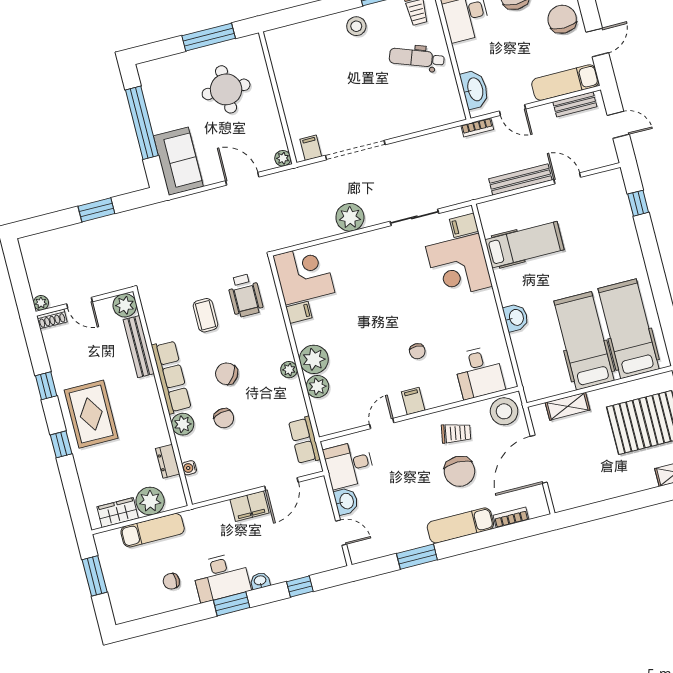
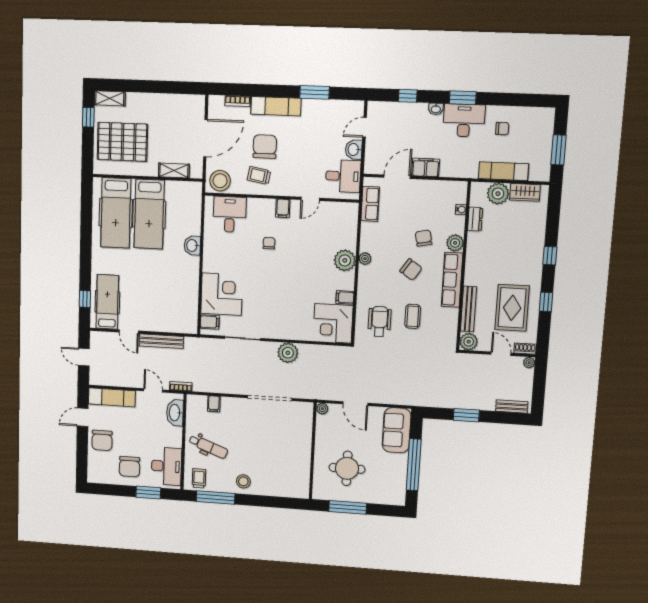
bench: (575, 104) -> (512, 407), moved
filing cabinet: (311, 148) -> (214, 404), moved
hospital bed: (524, 245) -> (107, 302), moved, turned 90
plant: (317, 386) -> (348, 240), removed
rug: (91, 414) -> (512, 308), moved
door: (341, 533) -> (365, 127), hinge flipped

